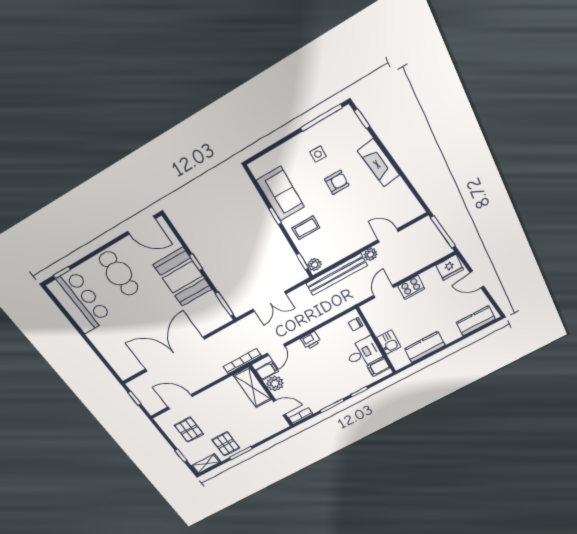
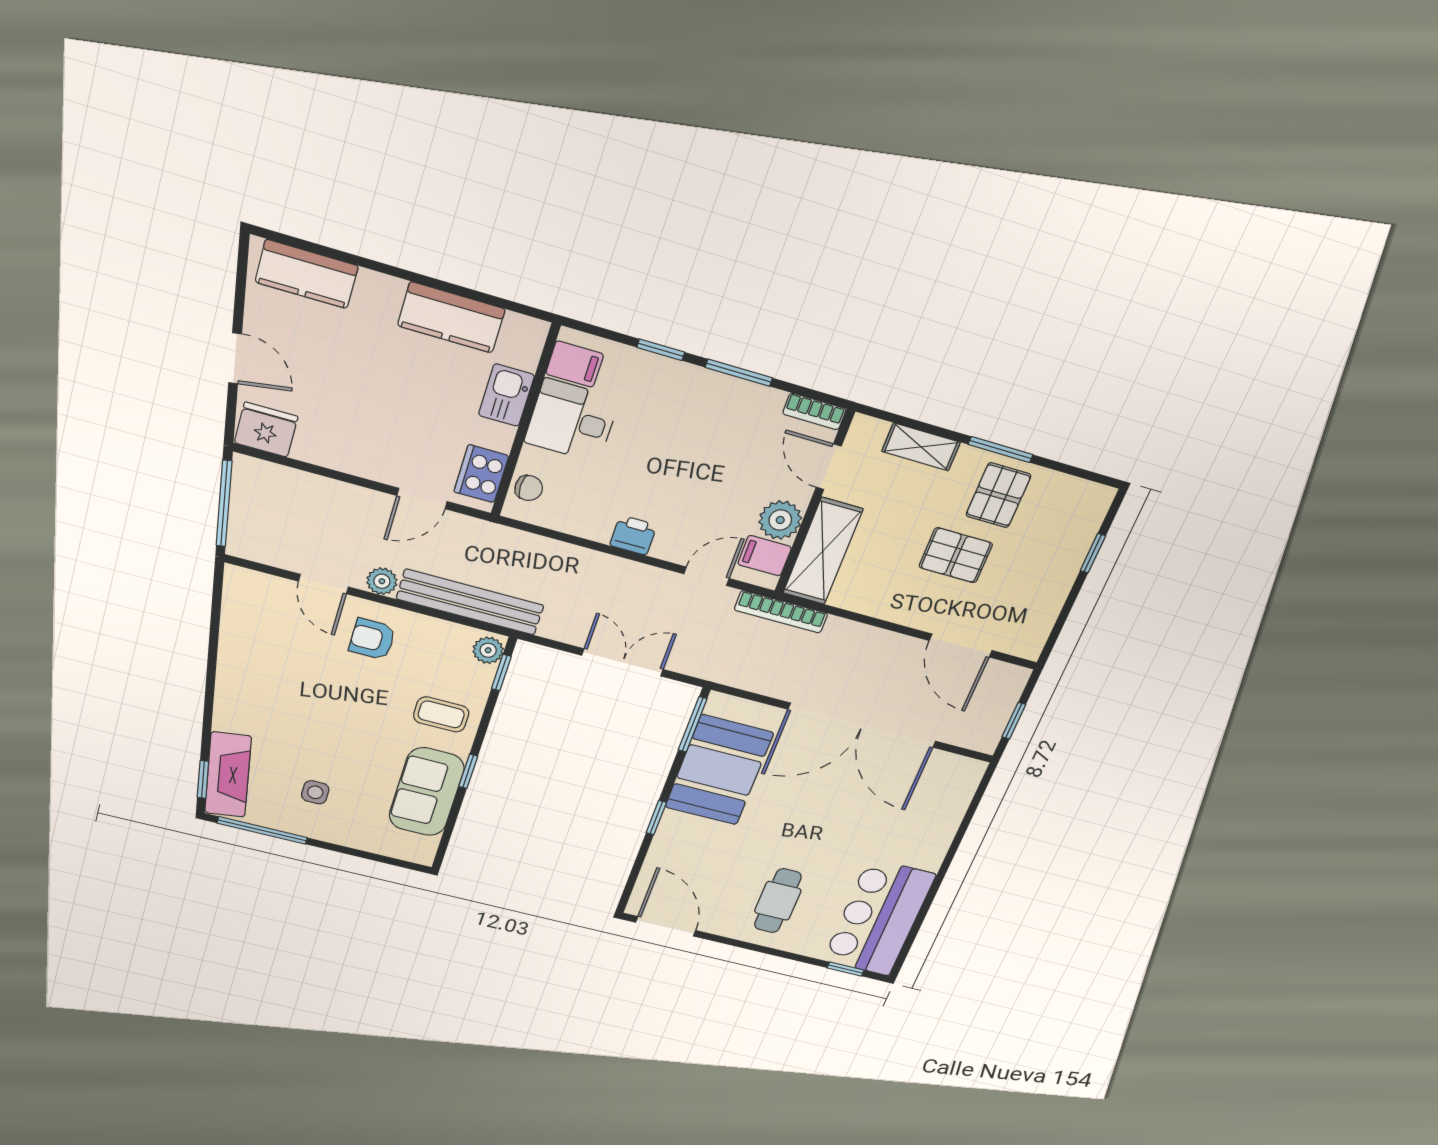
fireplace: (379, 163) -> (228, 775), moved
armchair: (337, 182) -> (372, 639), moved
cafe table: (119, 274) -> (778, 901), width x0.73, depth x0.74
booth: (183, 277) -> (719, 770), moved
cooker: (411, 287) -> (481, 474), moved, turned -90
pallet: (189, 430) -> (956, 555), moved, turned 90
shelving: (206, 464) -> (921, 447), moved

